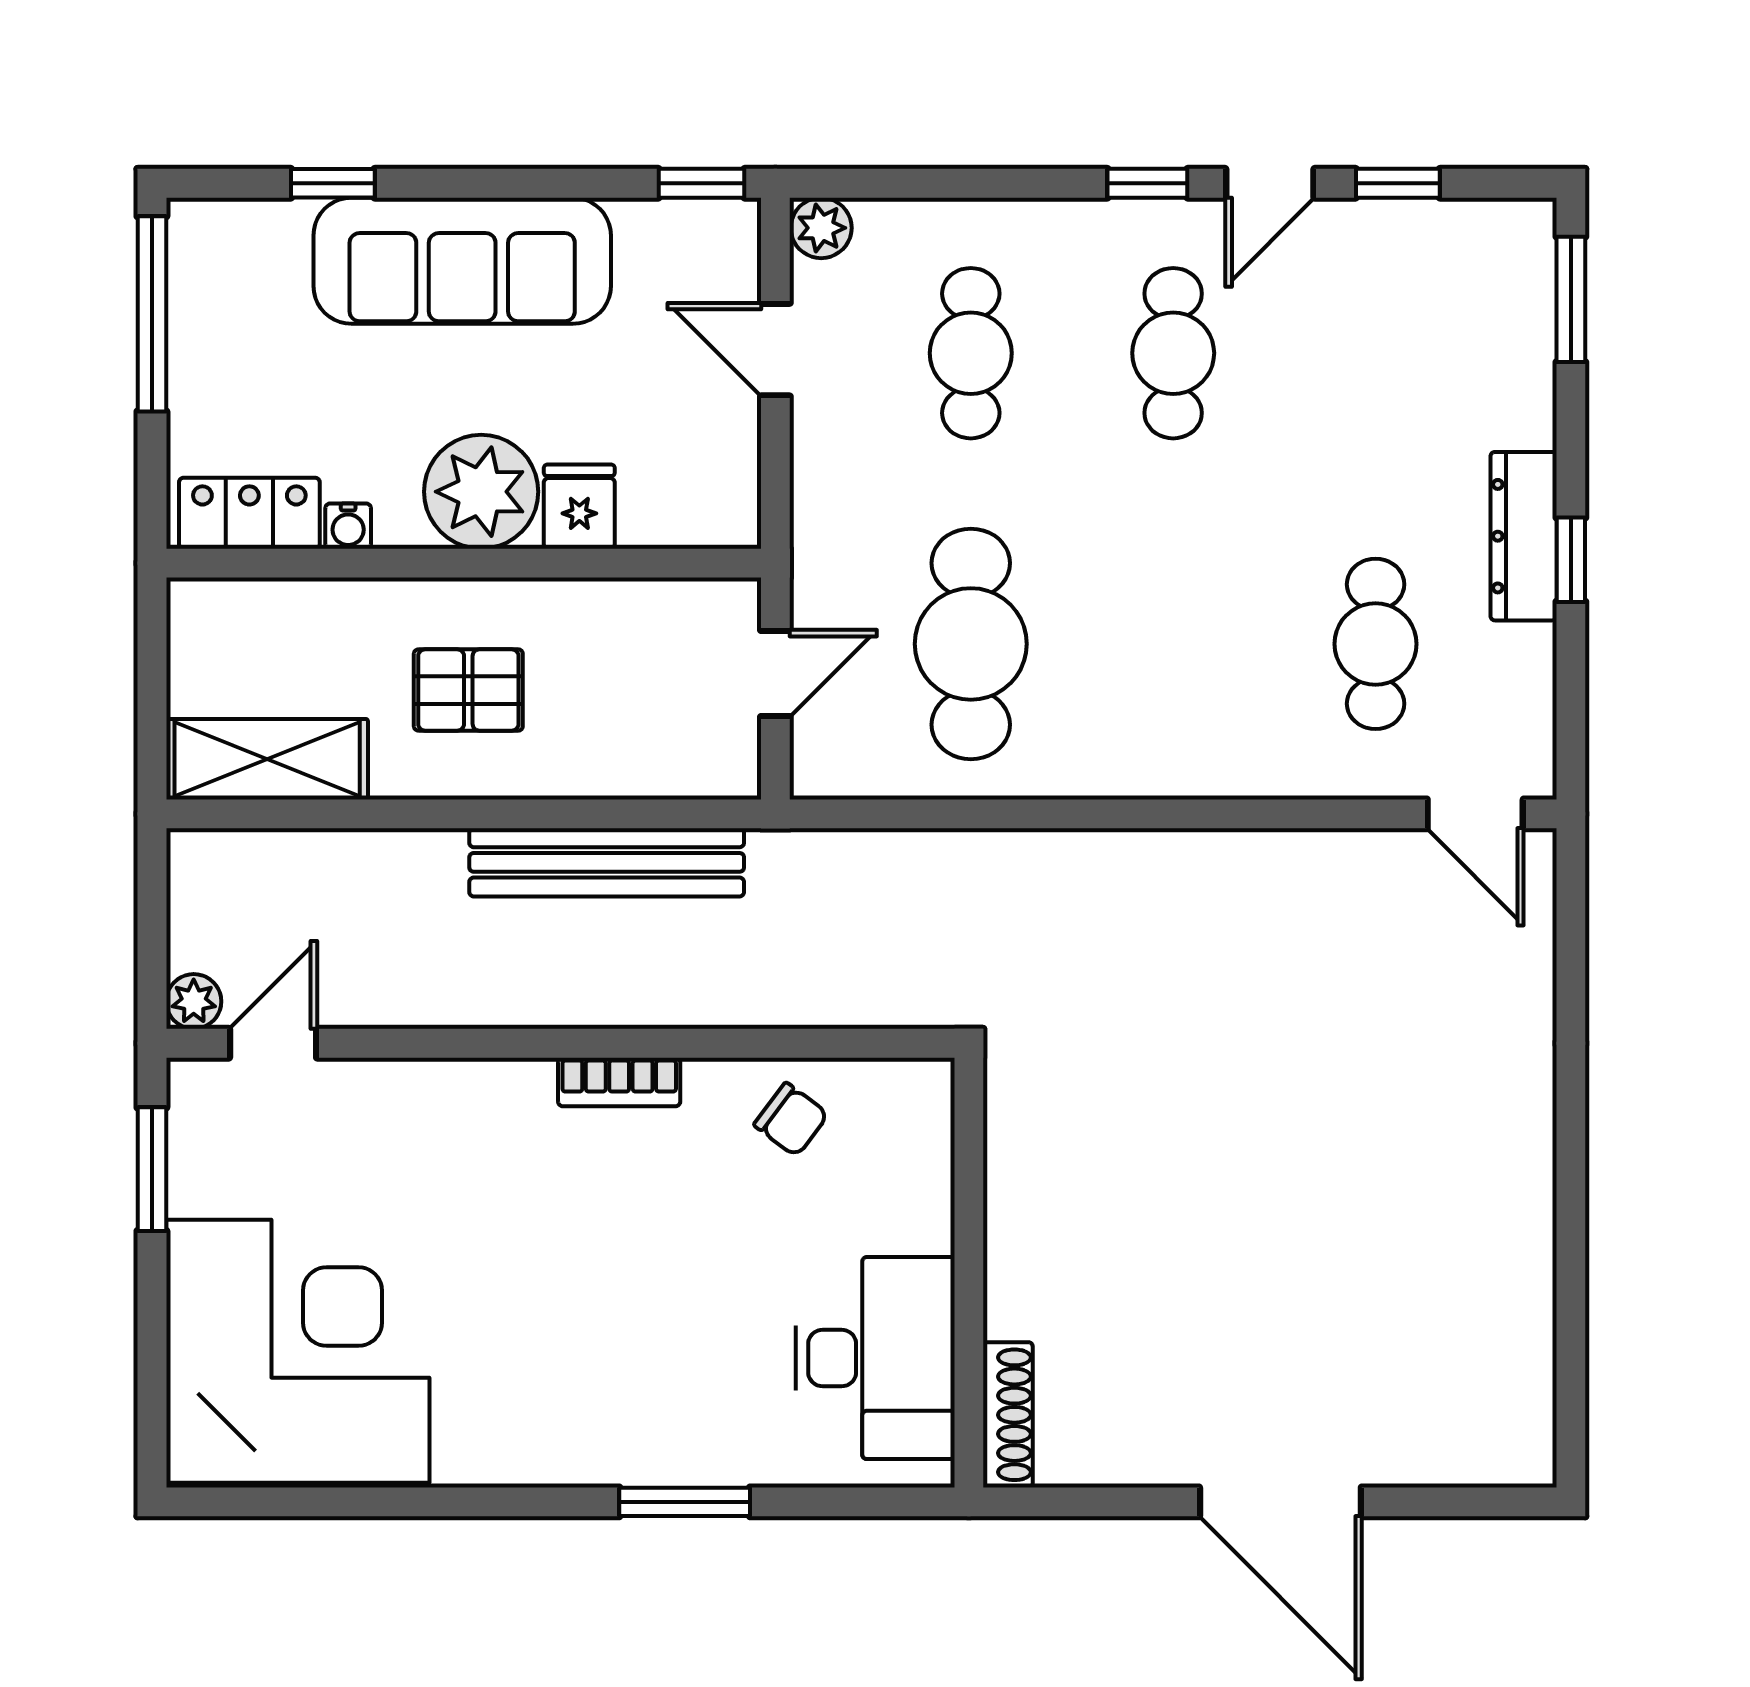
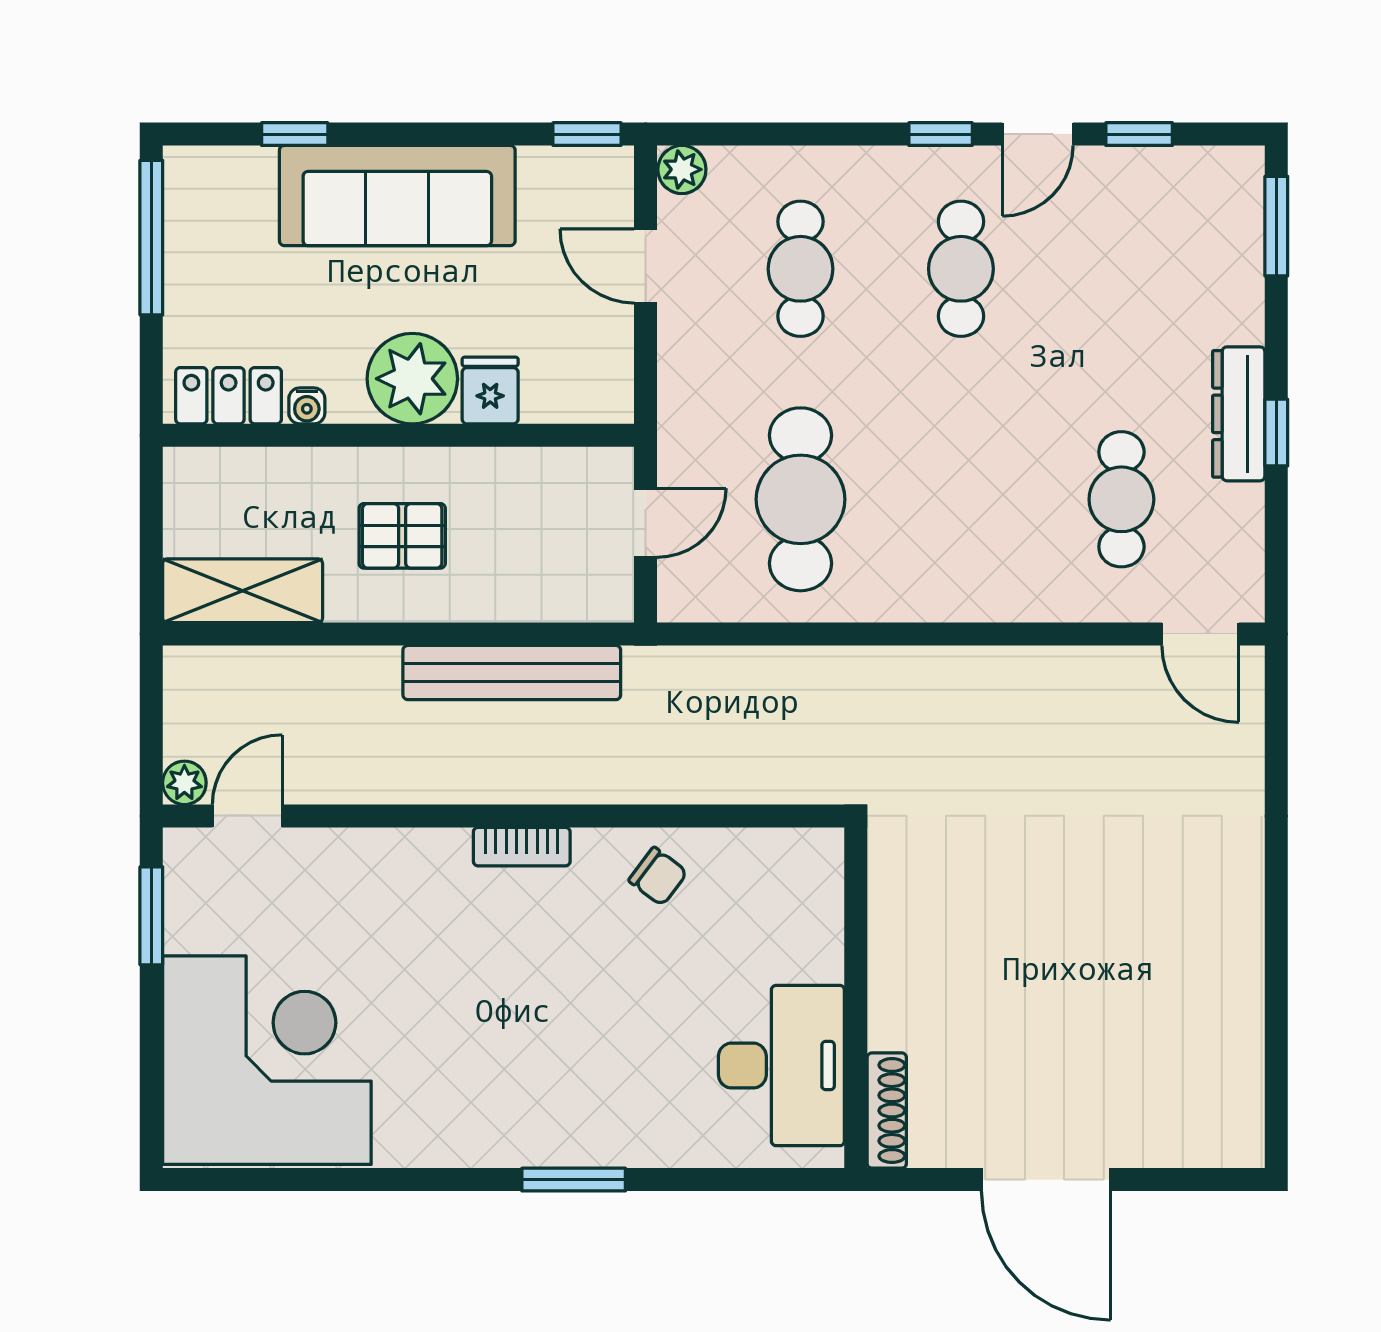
wall: (969, 1273) -> (856, 998), moved
desk: (875, 1358) -> (781, 1066), moved
shoe rack: (1008, 1415) -> (887, 1111), moved

